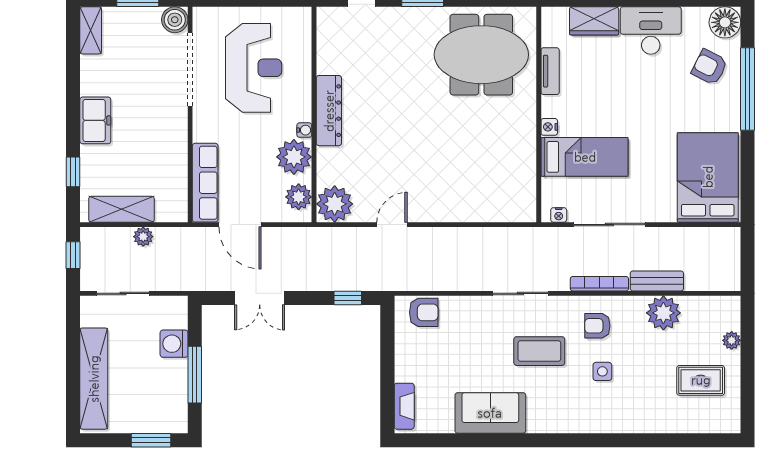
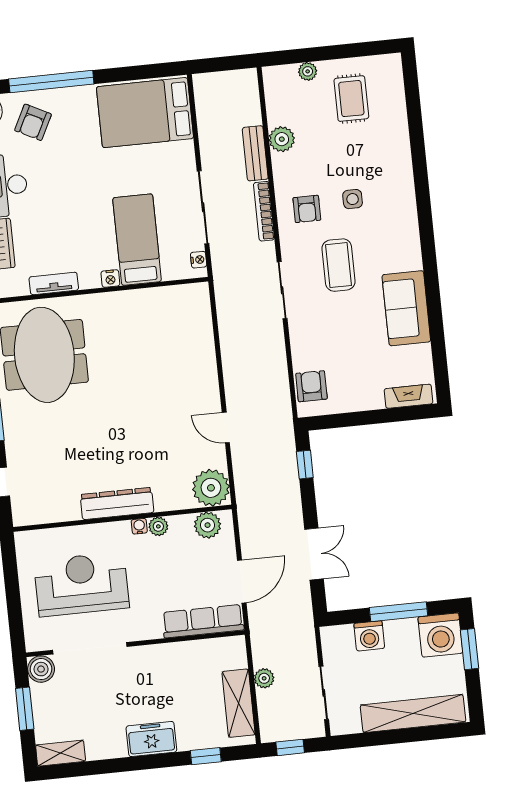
plant: (294, 157) -> (158, 526), width x0.53, depth x0.53
plant: (663, 313) -> (282, 139), width x0.73, depth x0.73
washing machine: (168, 413) -> (440, 635), added

